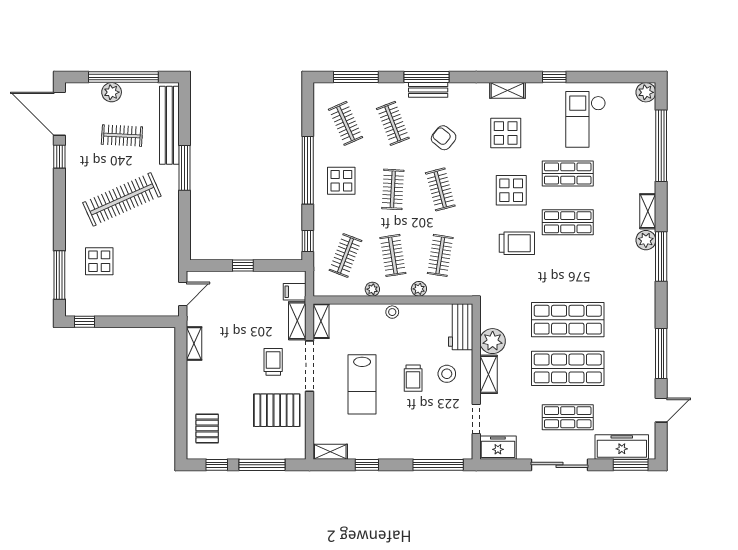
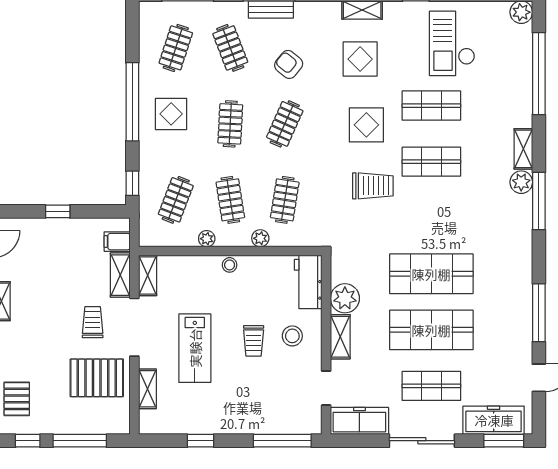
clothes rail: (345, 123) -> (176, 48), turned 42
clothes rail: (440, 189) -> (285, 124), turned 39
freezer: (498, 448) -> (359, 421), width x1.40
shelving: (330, 452) -> (147, 389), moved, turned 90

